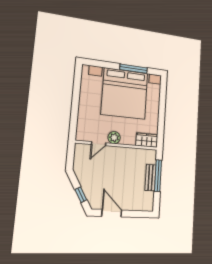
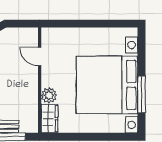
plant: (114, 138) -> (49, 95), moved

